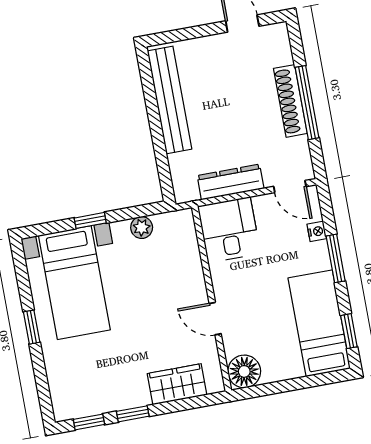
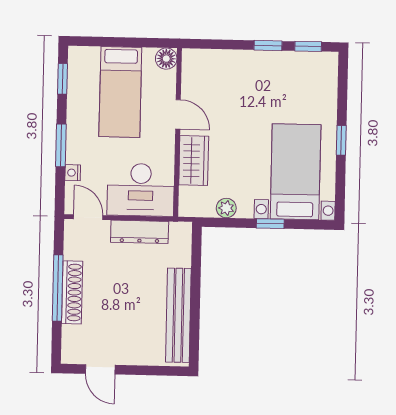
desk: (229, 230) -> (141, 190), width x1.37
bed: (319, 323) -> (120, 92), moved
floor lamp: (244, 371) -> (166, 59), width x0.73, depth x0.73
wardrobe: (177, 384) -> (194, 161), moved, turned -90

